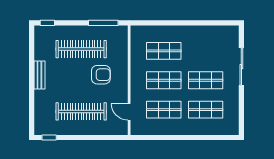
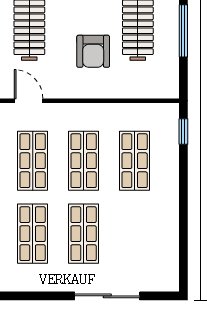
window: (103, 23) -> (183, 31), moved
window: (147, 23) -> (183, 131), added
door: (129, 112) -> (29, 101), hinge flipped

